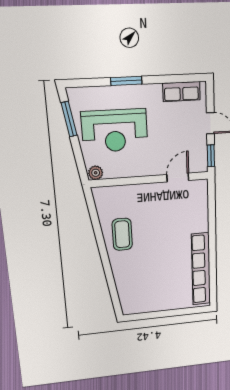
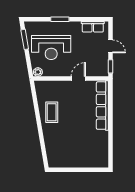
door: (178, 177) -> (78, 79), moved
row of seats: (201, 269) -> (102, 106), moved

